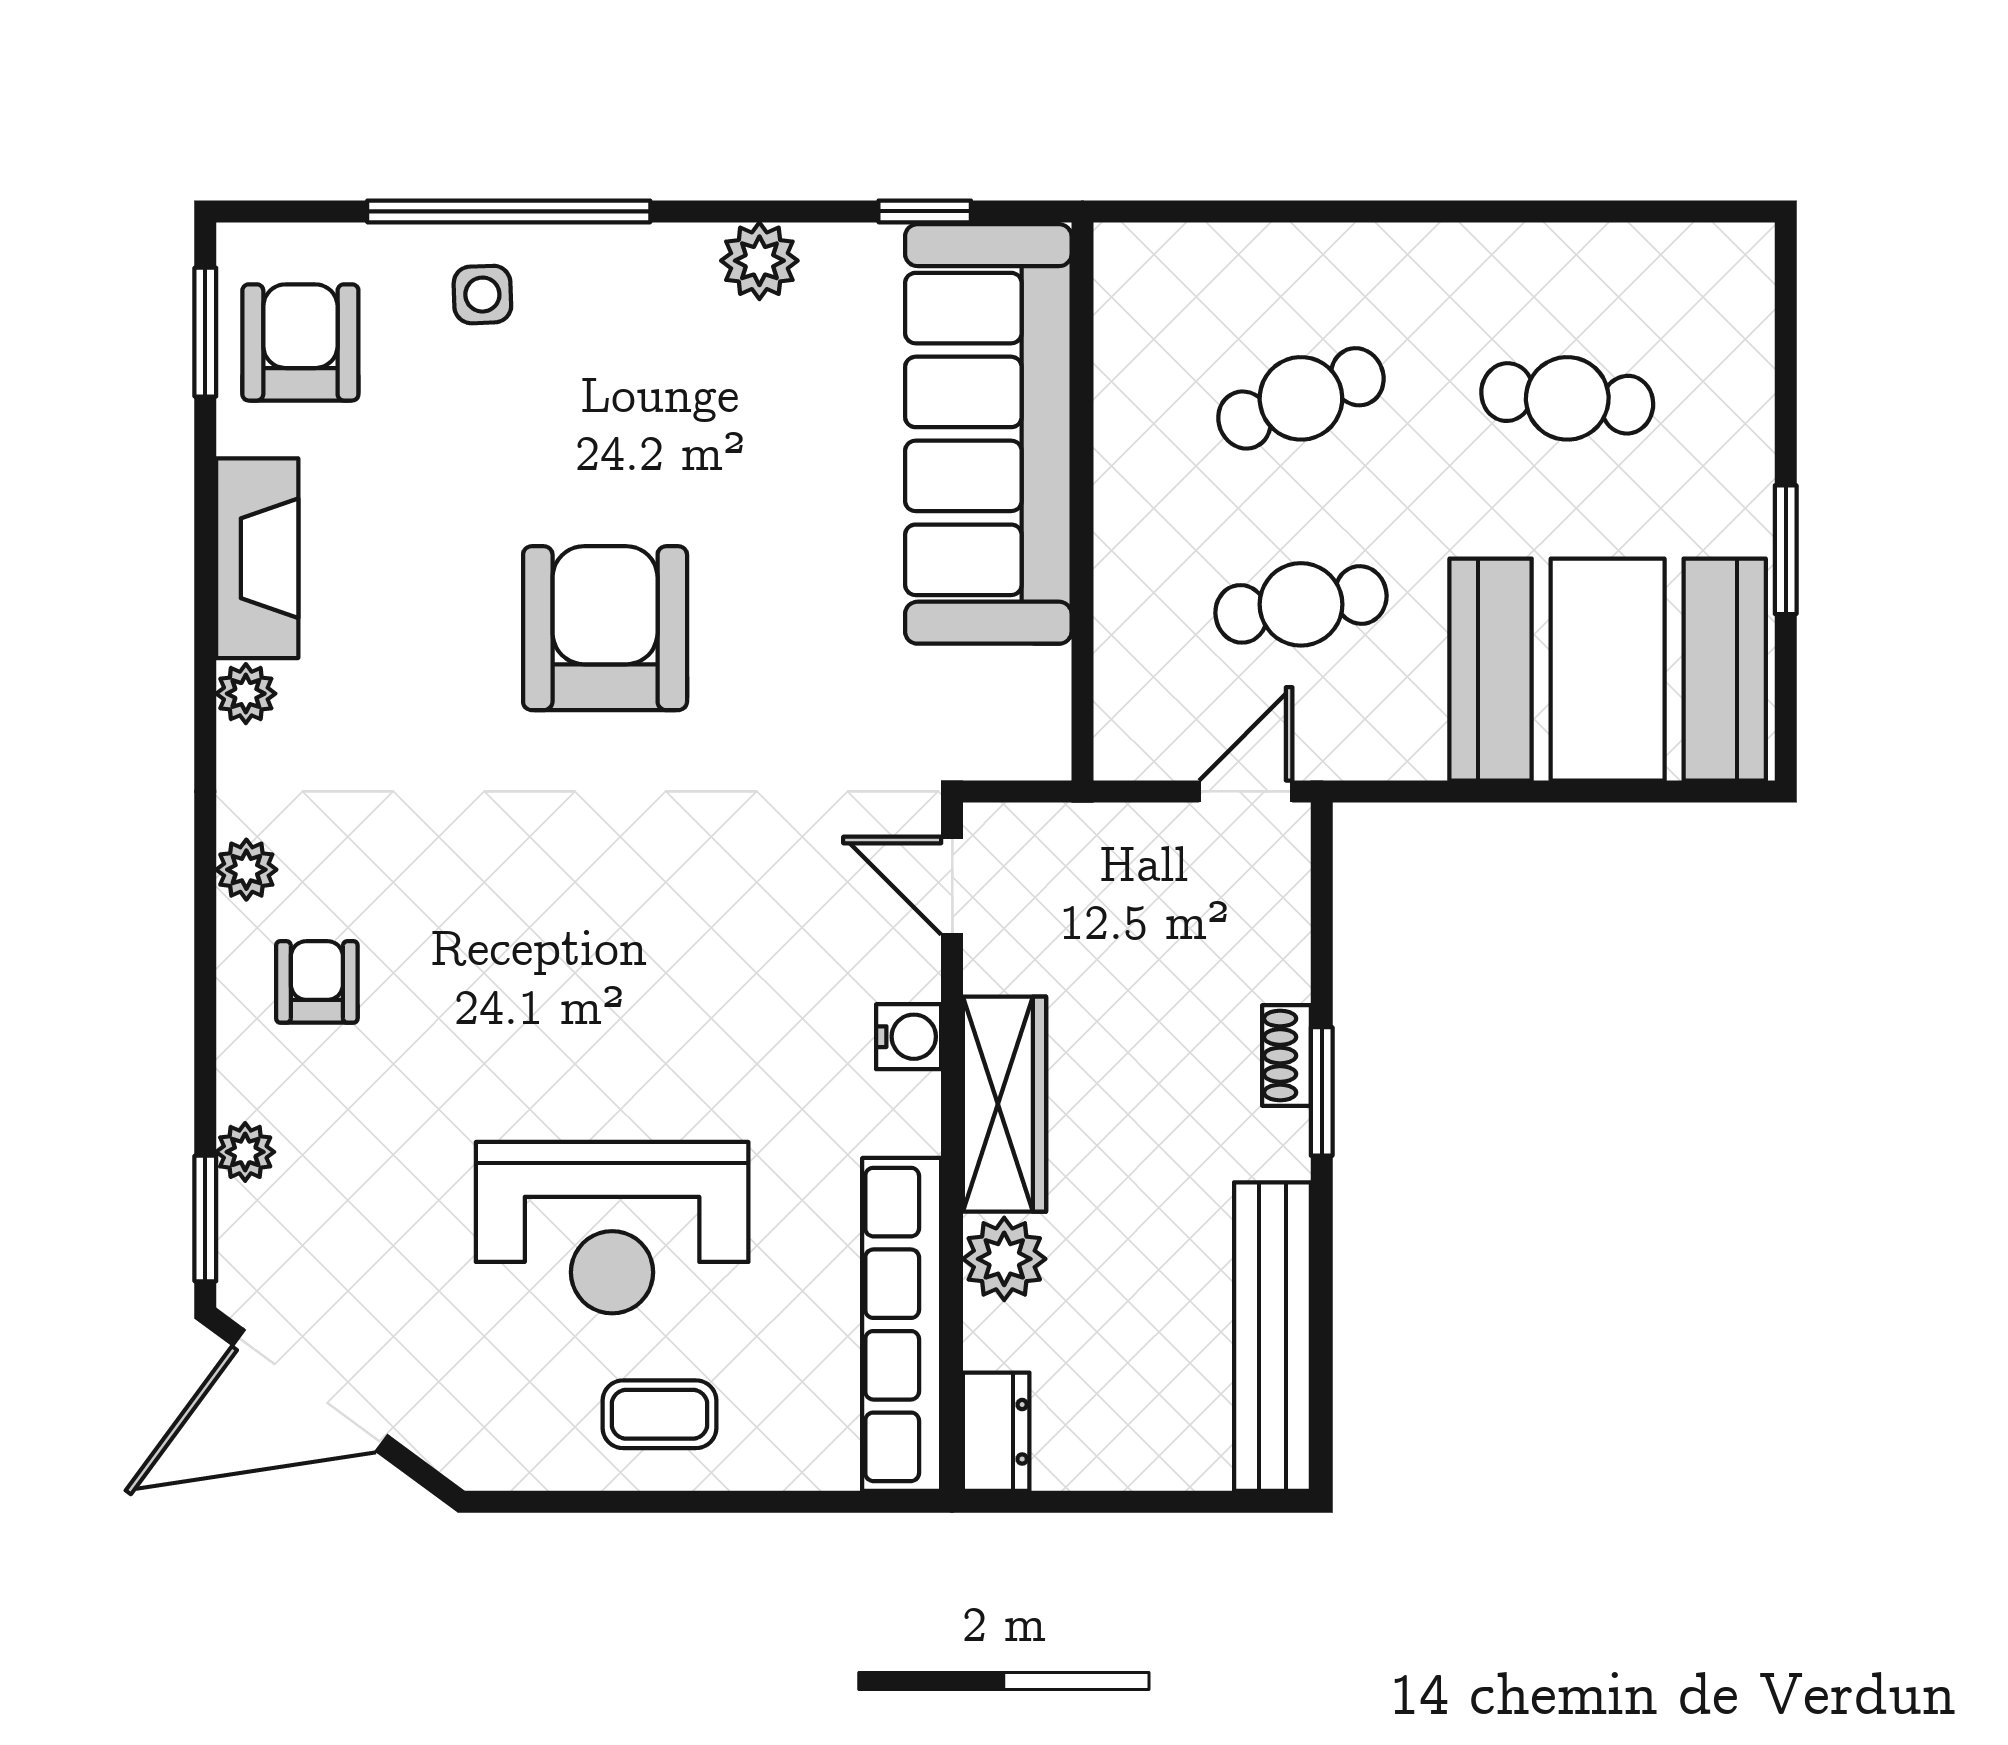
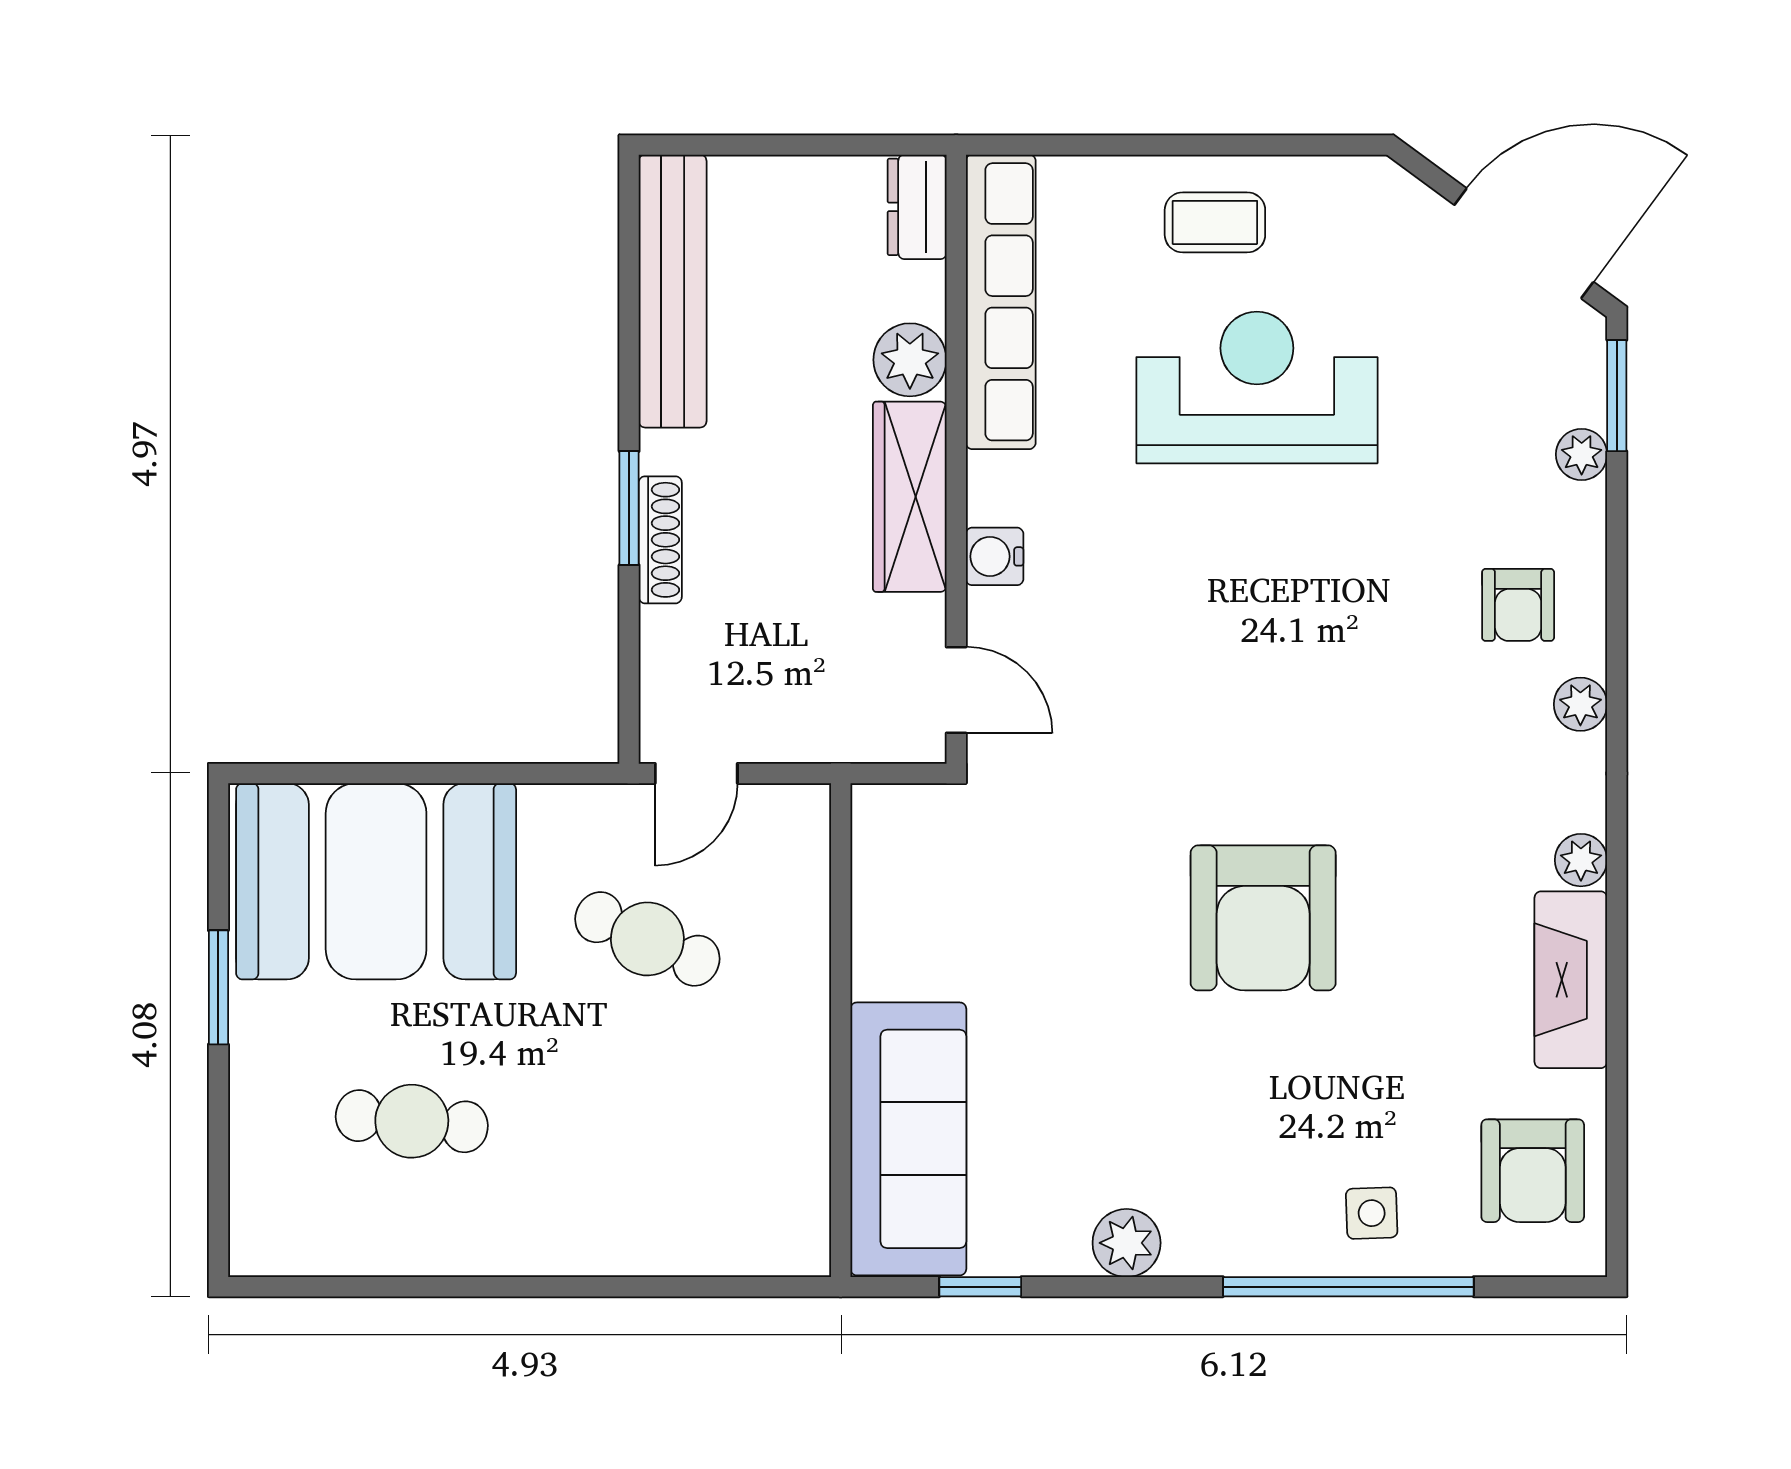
window: (205, 332) -> (1617, 1180), removed
cafe table: (1301, 398) -> (647, 1121), removed
sofa: (988, 434) -> (908, 1139), width x0.74, depth x0.79
cafe table: (1301, 604) -> (647, 939), turned 33
shoe rack: (1286, 1056) -> (660, 540), width x1.43

